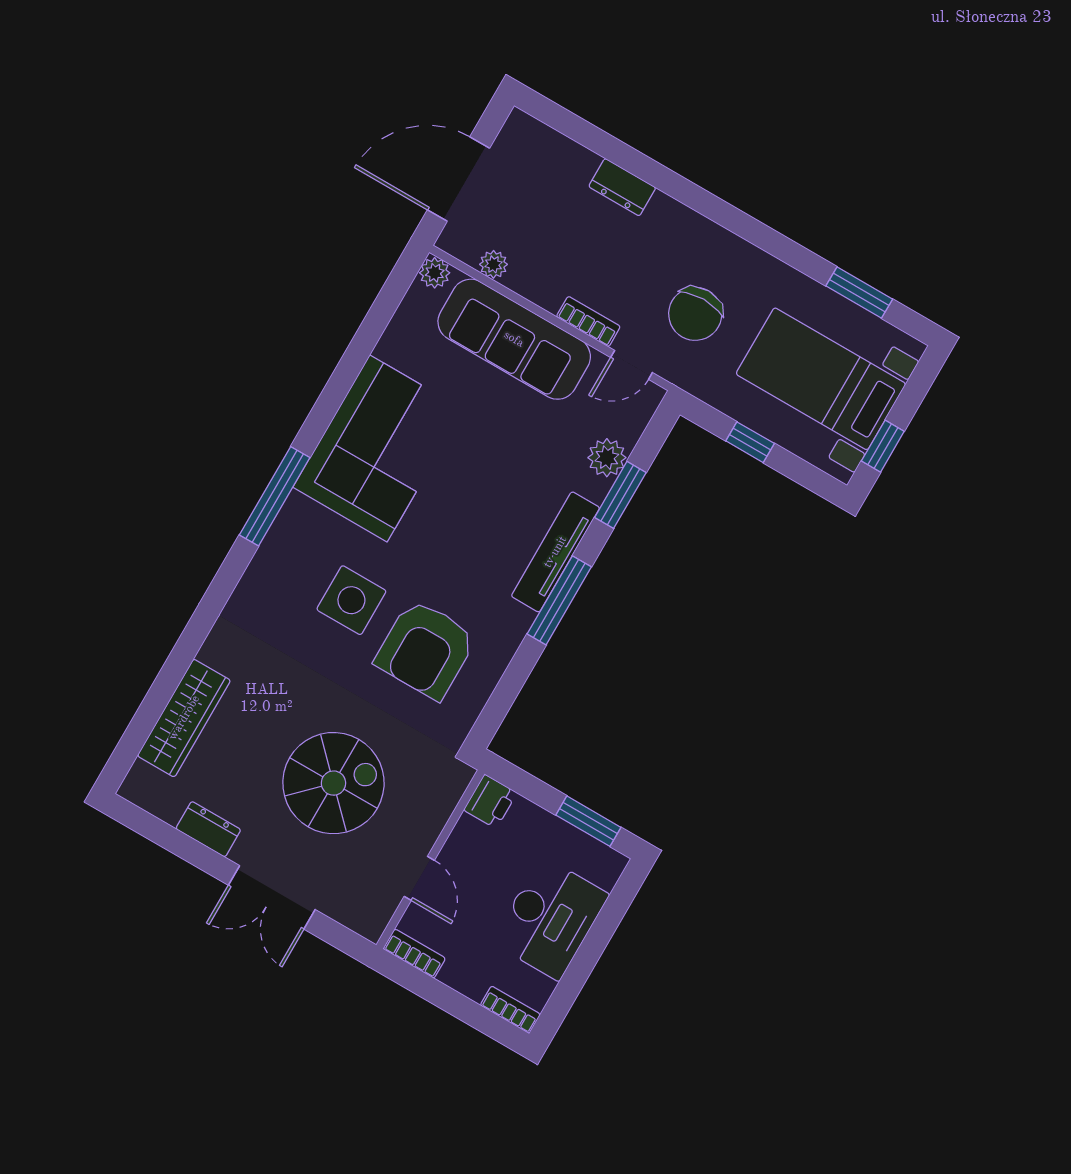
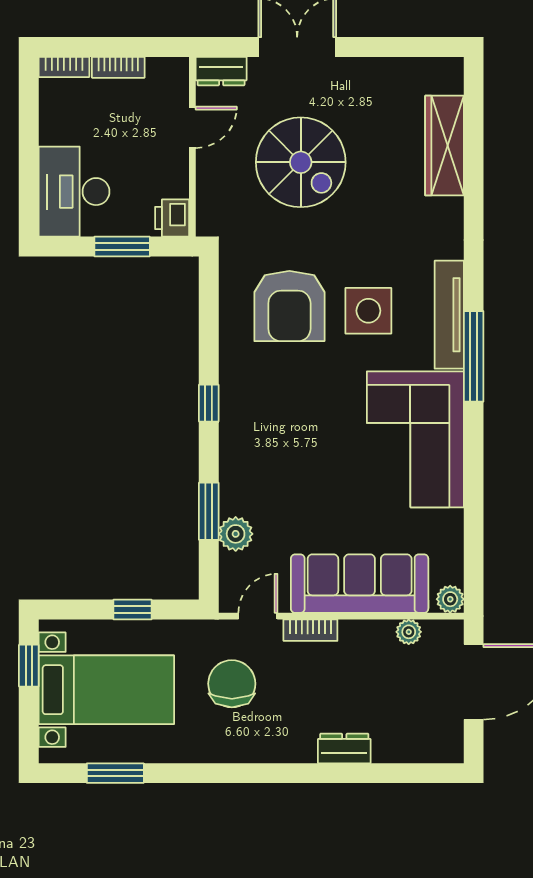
tv unit: (555, 552) -> (449, 315), moved, turned 180
window: (559, 600) -> (209, 403), width x0.46
armchair: (426, 649) -> (289, 306), turned 180
spiral stairs: (333, 783) -> (301, 162), turned -90
window: (588, 821) -> (122, 246), moved
dresser: (208, 829) -> (221, 71), moved
door: (419, 878) -> (192, 127), swing flipped
desk: (550, 918) -> (74, 192), moved
bookcase: (414, 954) -> (118, 67), moved

